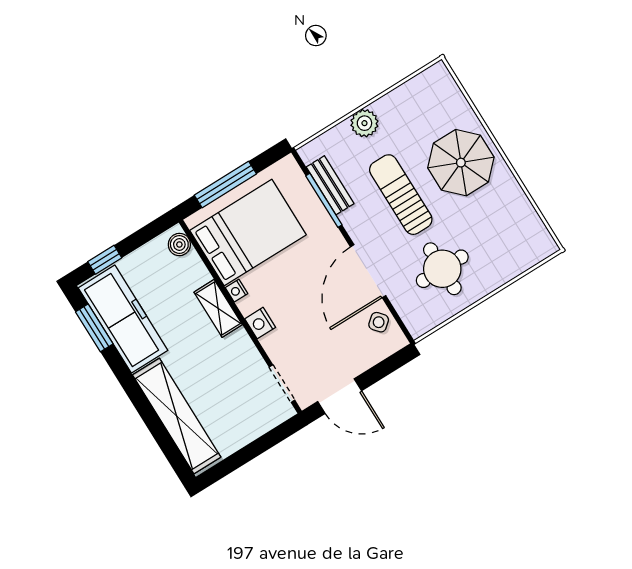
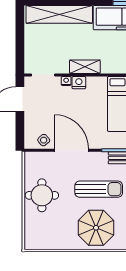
round table: (442, 269) -> (42, 195), moved
nightstand: (237, 291) -> (66, 81), moved
shelving: (218, 308) -> (85, 67), moved

